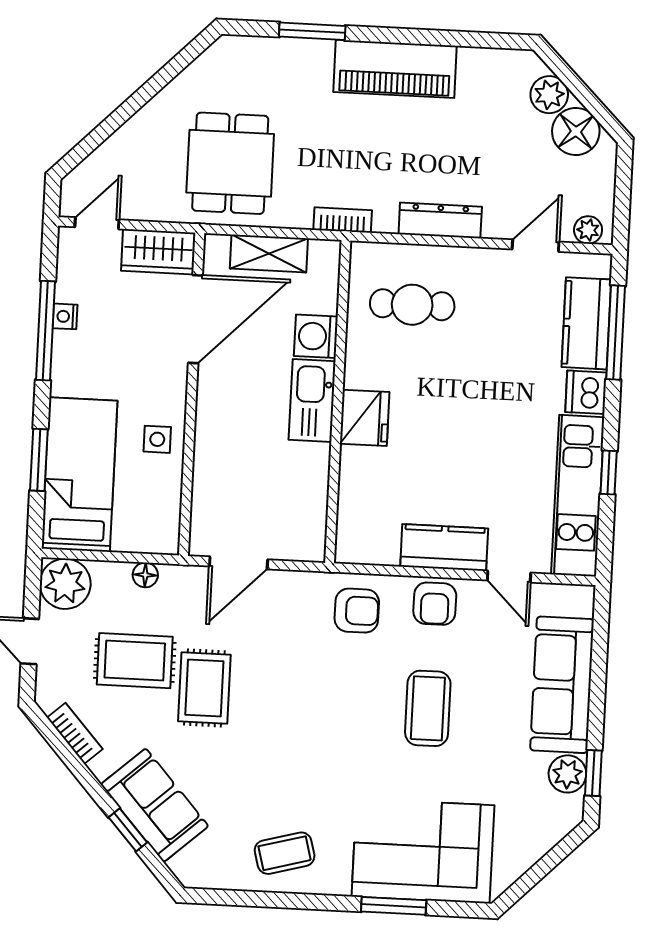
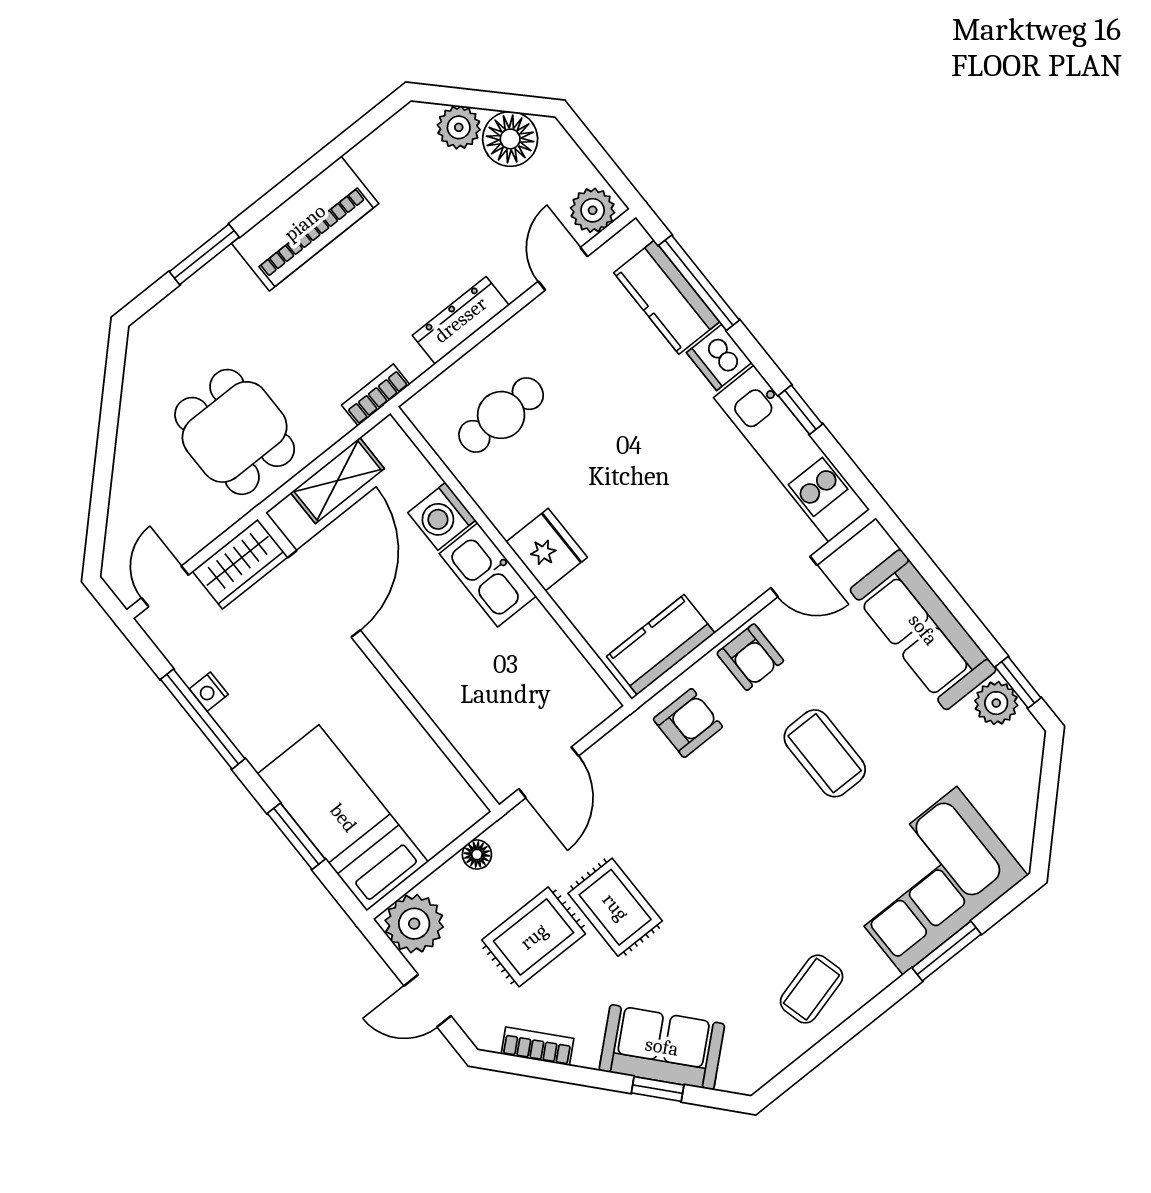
plant: (588, 230) -> (593, 210), width x1.38, depth x1.38
side table: (157, 439) -> (383, 728), removed
kitchen counter: (444, 548) -> (661, 645), moved

